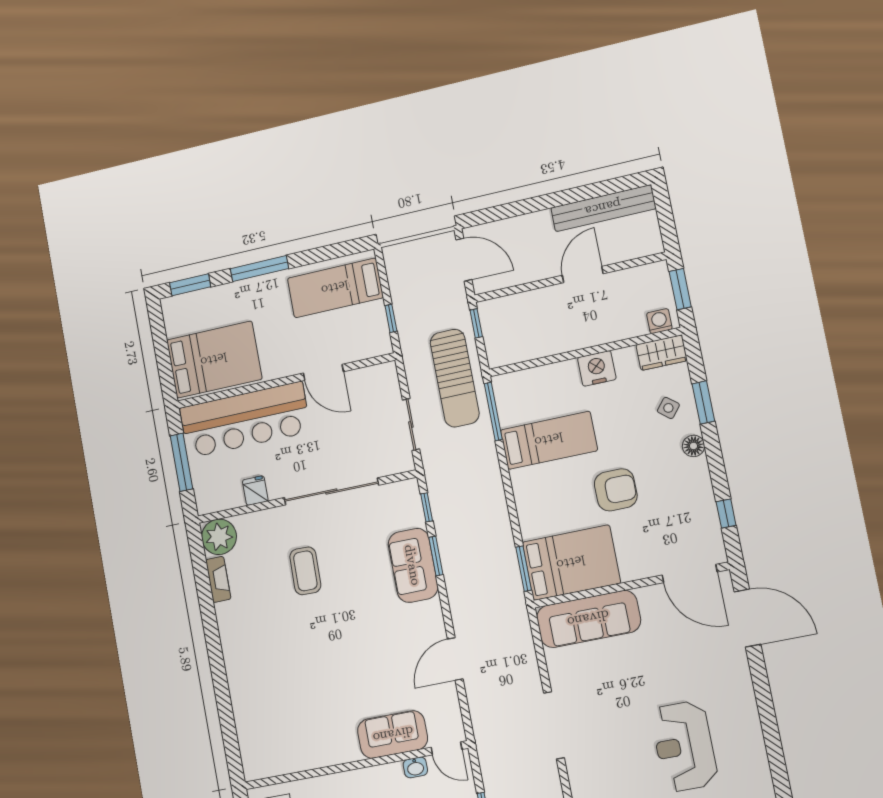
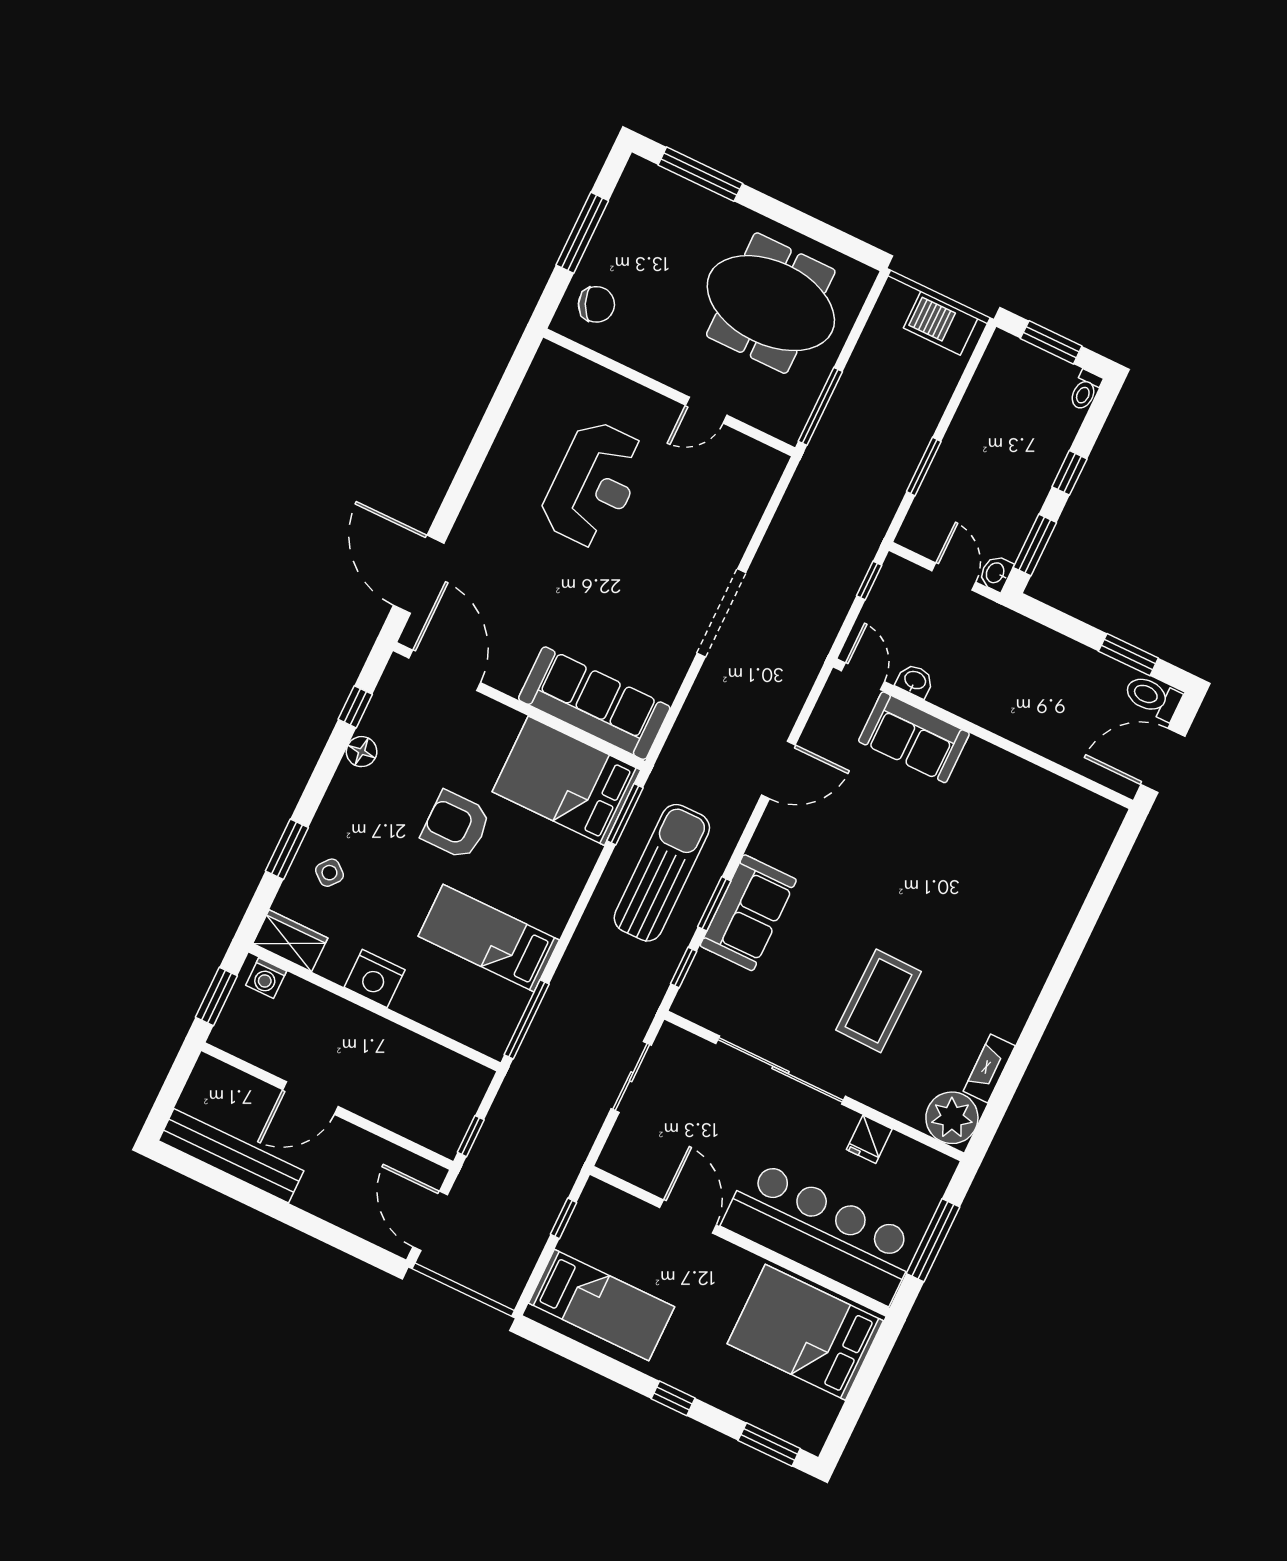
window: (259, 269) -> (673, 1398), width x0.46
sun lounger: (455, 378) -> (662, 873), moved
floor lamp: (694, 446) -> (362, 752), moved
coffee table: (305, 571) -> (878, 1001), width x1.36, depth x1.32

